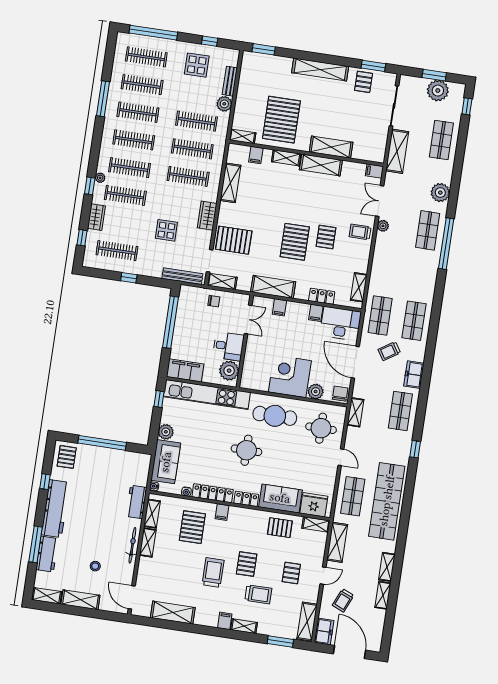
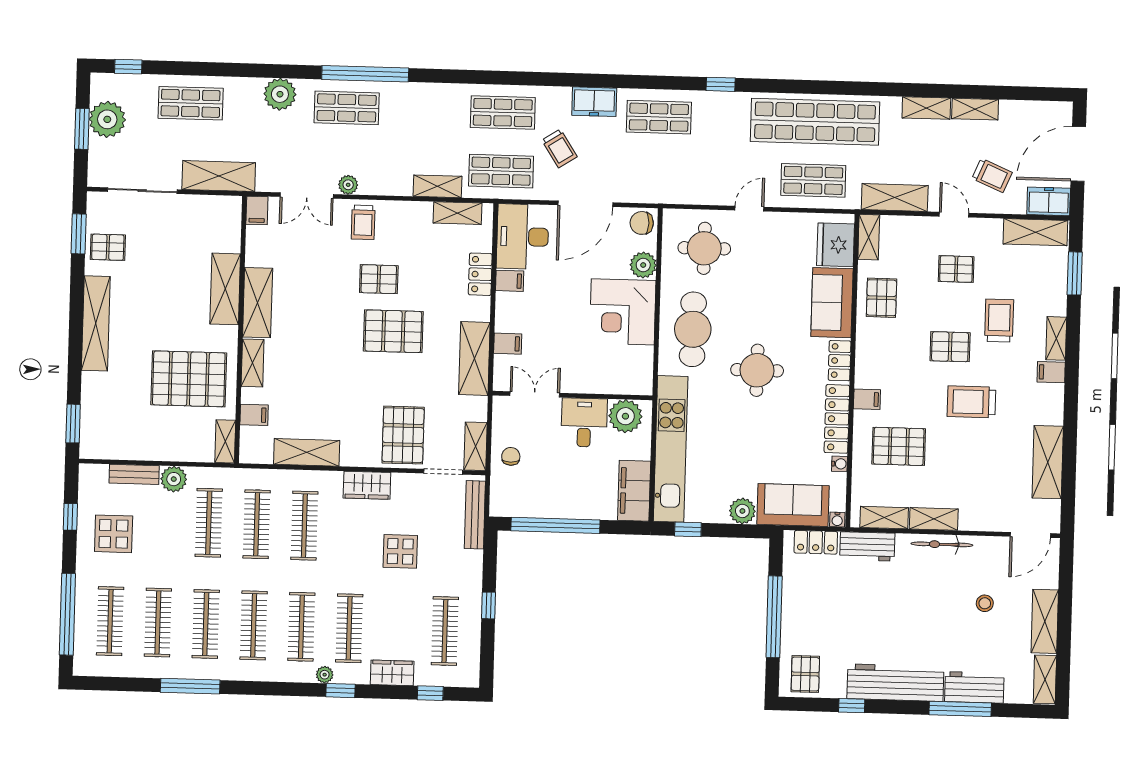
shelving: (355, 412) -> (437, 186), moved
pallet: (67, 457) -> (805, 674), turned 90
locker: (142, 472) -> (816, 542), added

